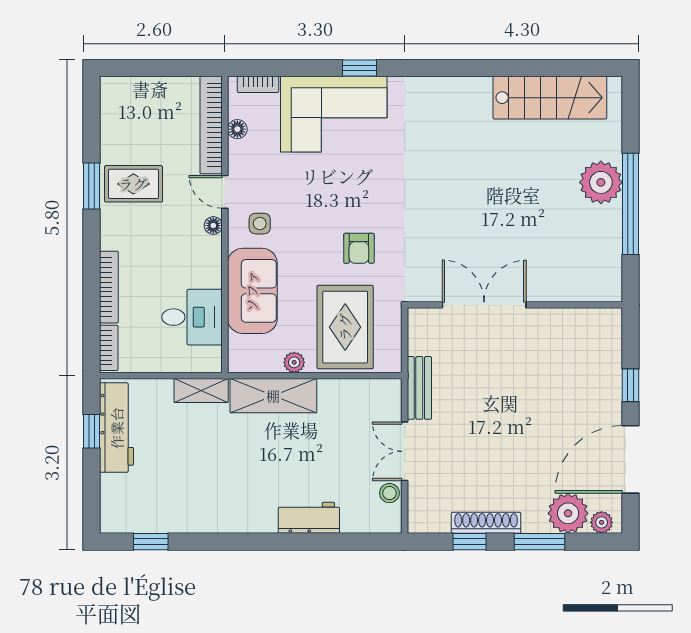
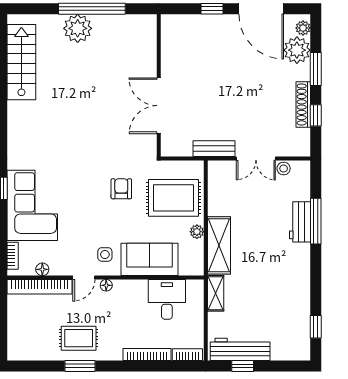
rug: (133, 184) -> (79, 338), turned 90
armchair: (359, 248) -> (121, 189), turned -90
window: (310, 542) -> (316, 221), added

